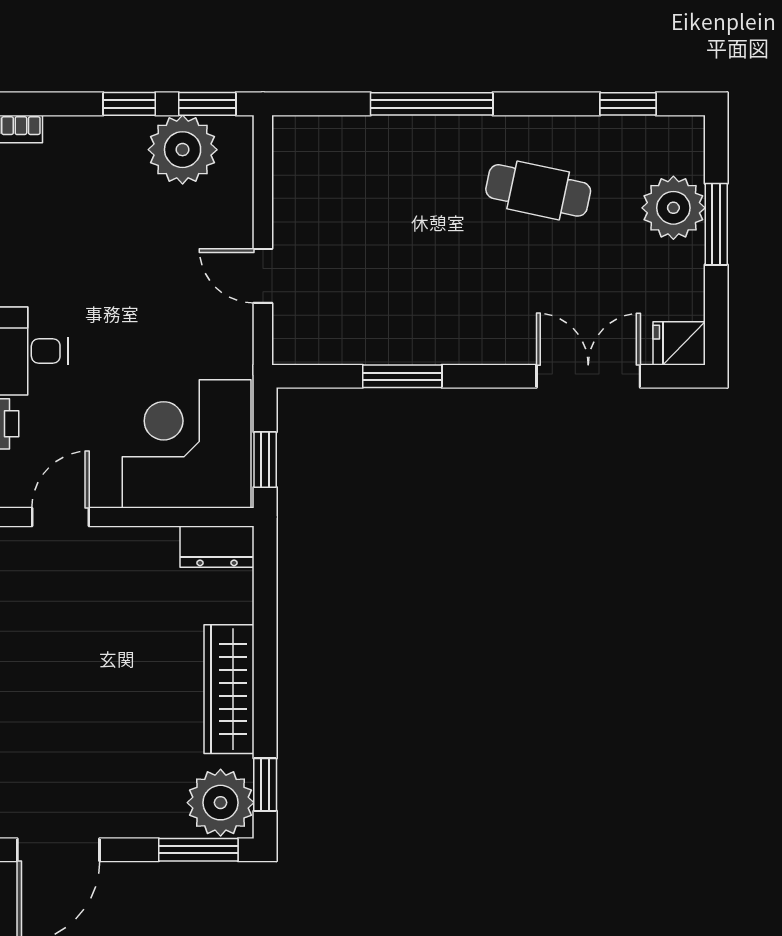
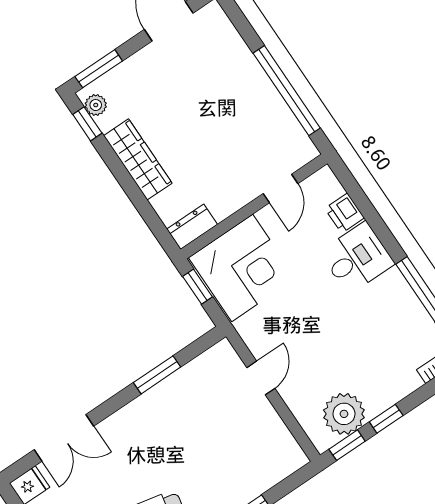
door: (263, 276) -> (261, 378), hinge flipped
plant: (221, 803) -> (96, 105), width x0.53, depth x0.53

